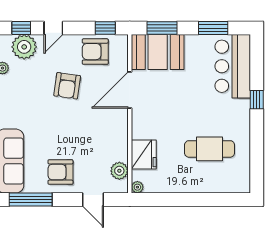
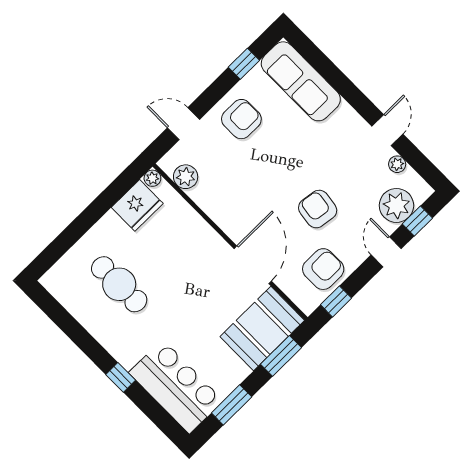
cafe table: (210, 149) -> (119, 284), turned 90
fridge: (144, 155) -> (137, 205), moved, turned -90
window: (31, 200) -> (244, 64), width x0.46

